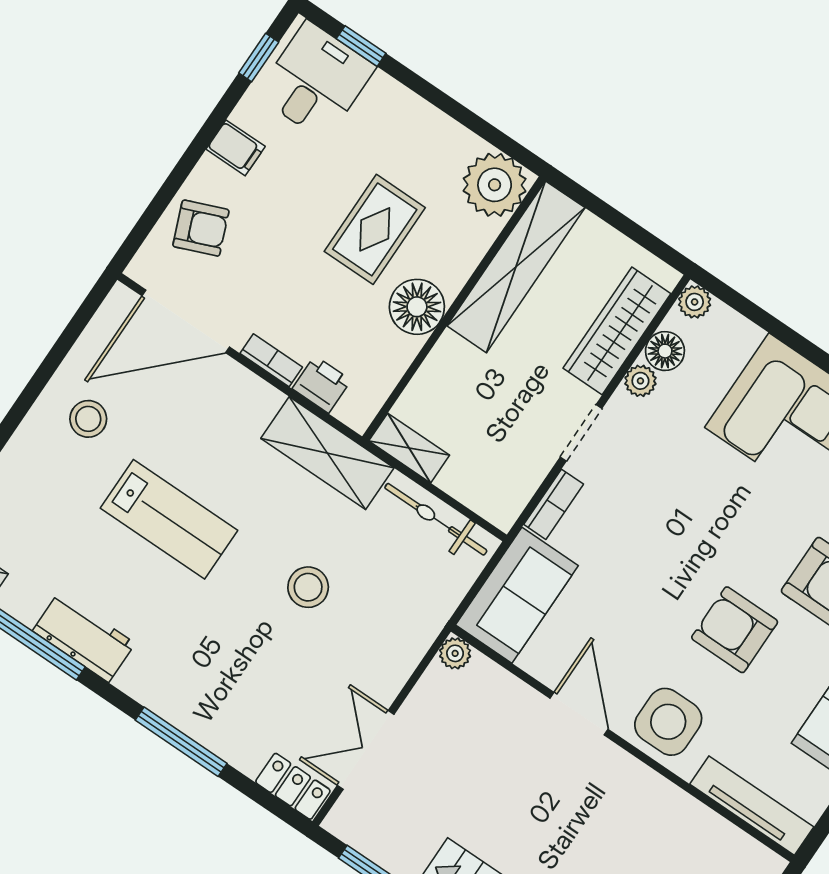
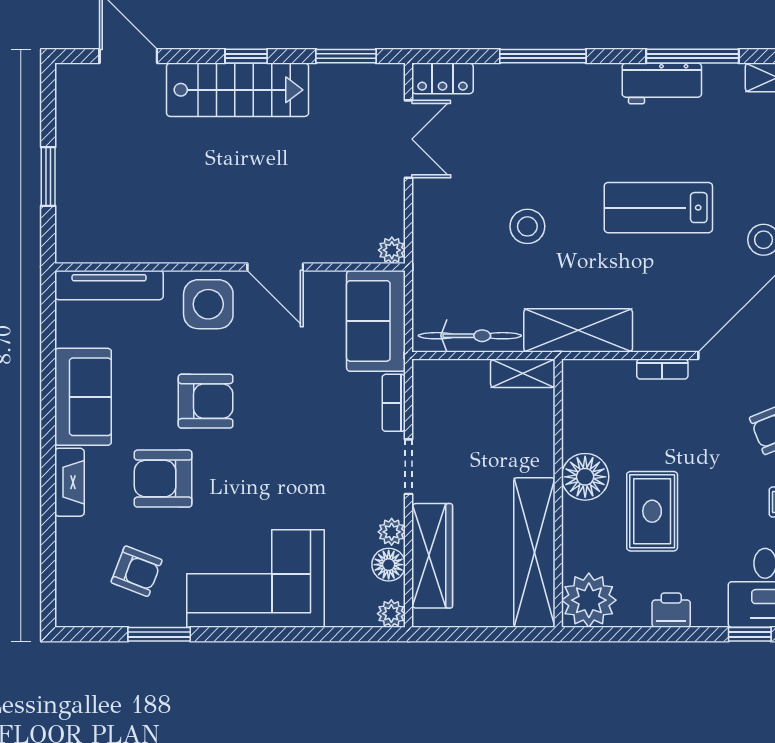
printer: (322, 384) -> (671, 610), moved, turned 180

